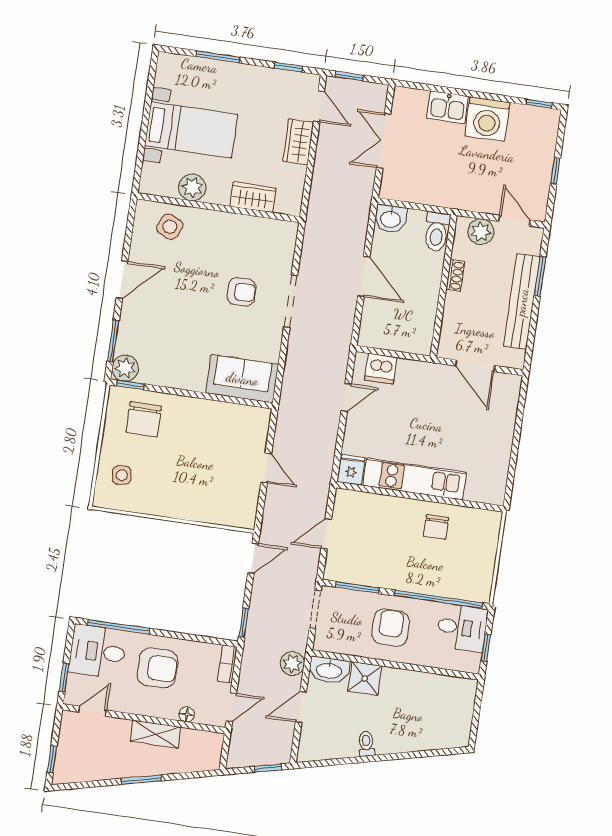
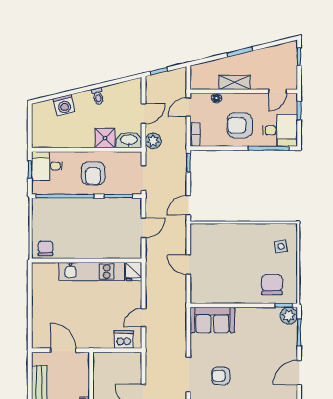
chair: (436, 527) -> (45, 248), moved
desk: (462, 628) -> (47, 166), moved
washing machine: (420, 737) -> (64, 105), added

